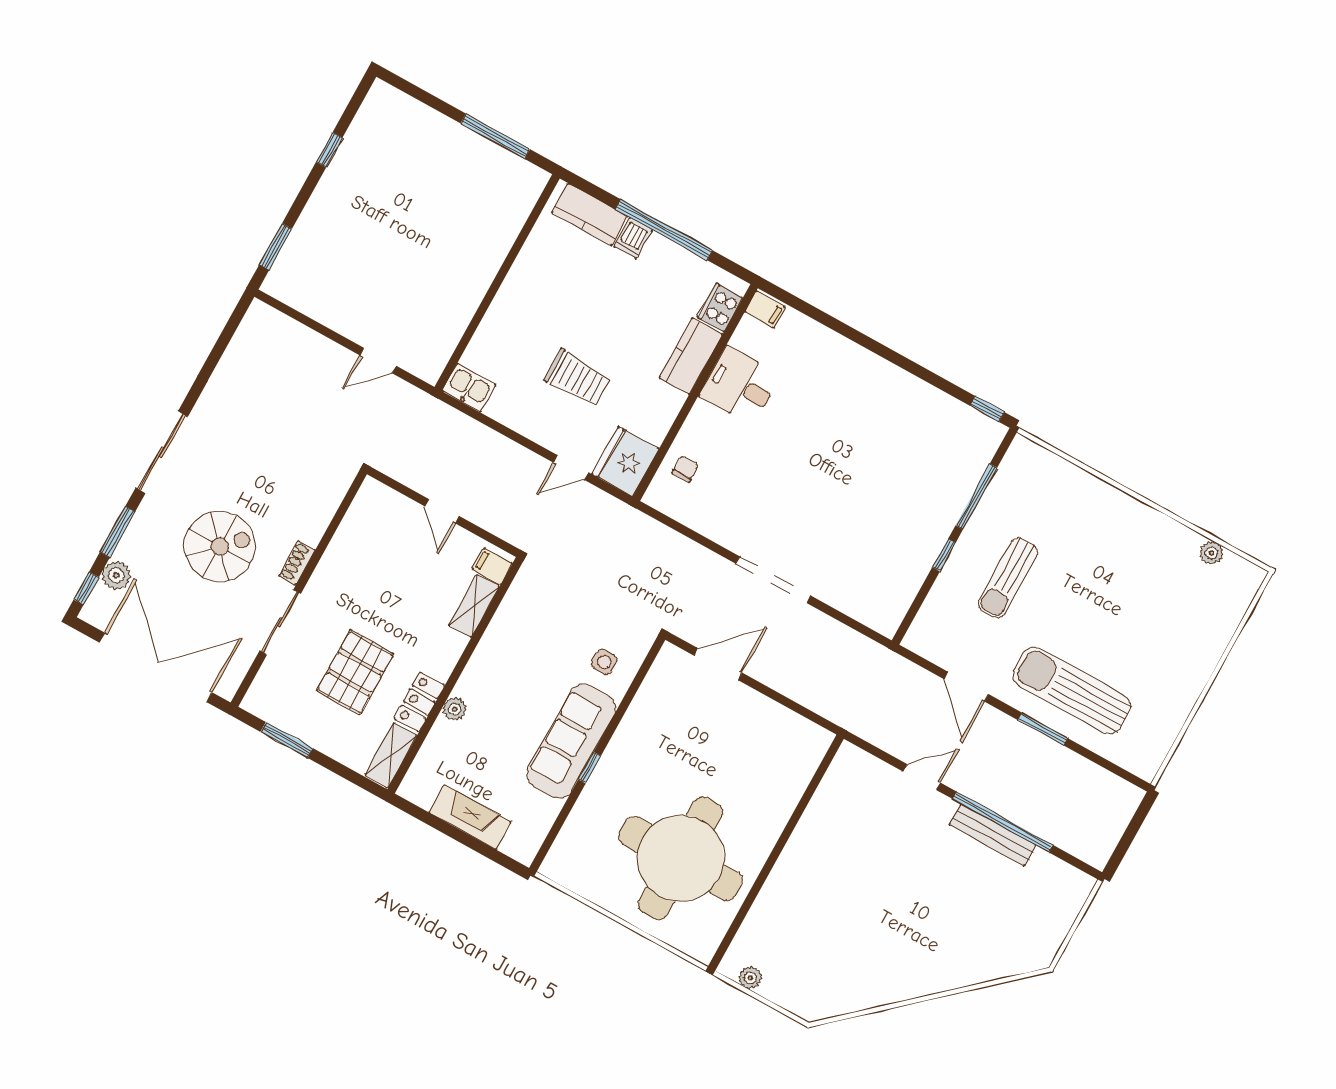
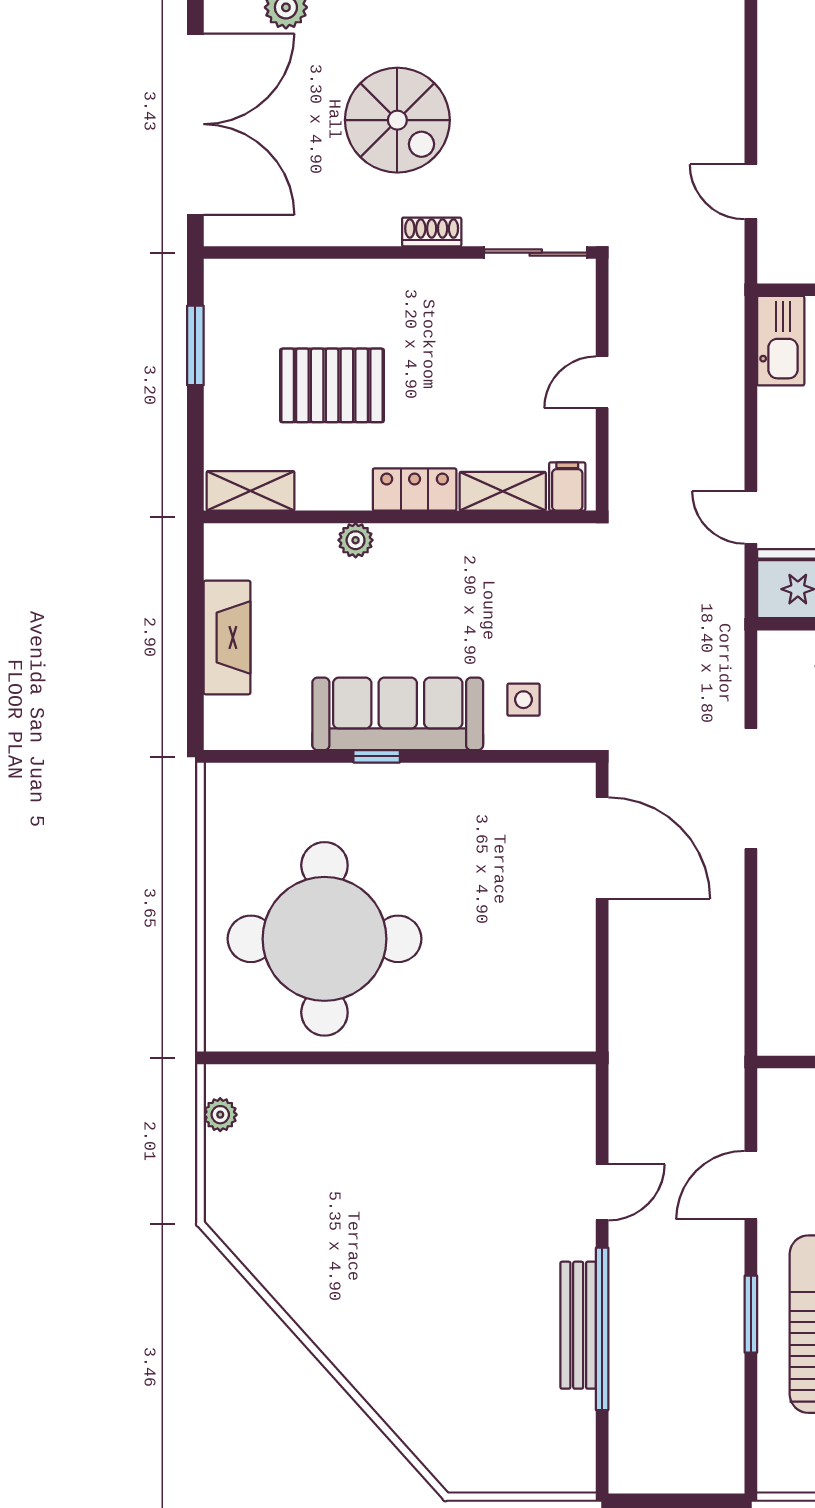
kitchen sink: (469, 388) -> (781, 341), width x1.38
doorway: (773, 580) -> (751, 789), moved
sliding door: (280, 622) -> (536, 253), moved
door: (718, 664) -> (602, 848), width x1.36
locker: (419, 702) -> (415, 490), moved
door: (922, 777) -> (602, 1192), hinge flipped

